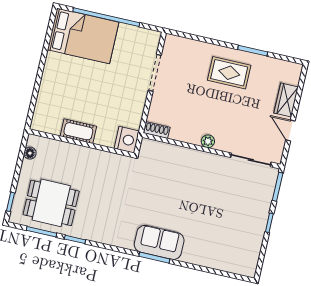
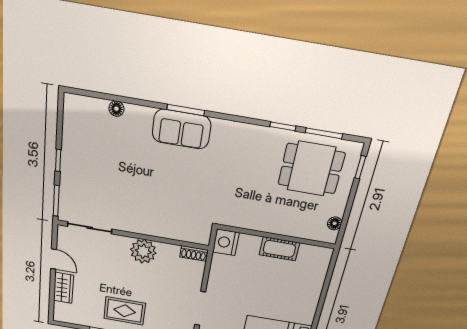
plant: (208, 141) -> (143, 251), width x1.88, depth x1.88
floor lamp: (212, 262) -> (116, 109), added

